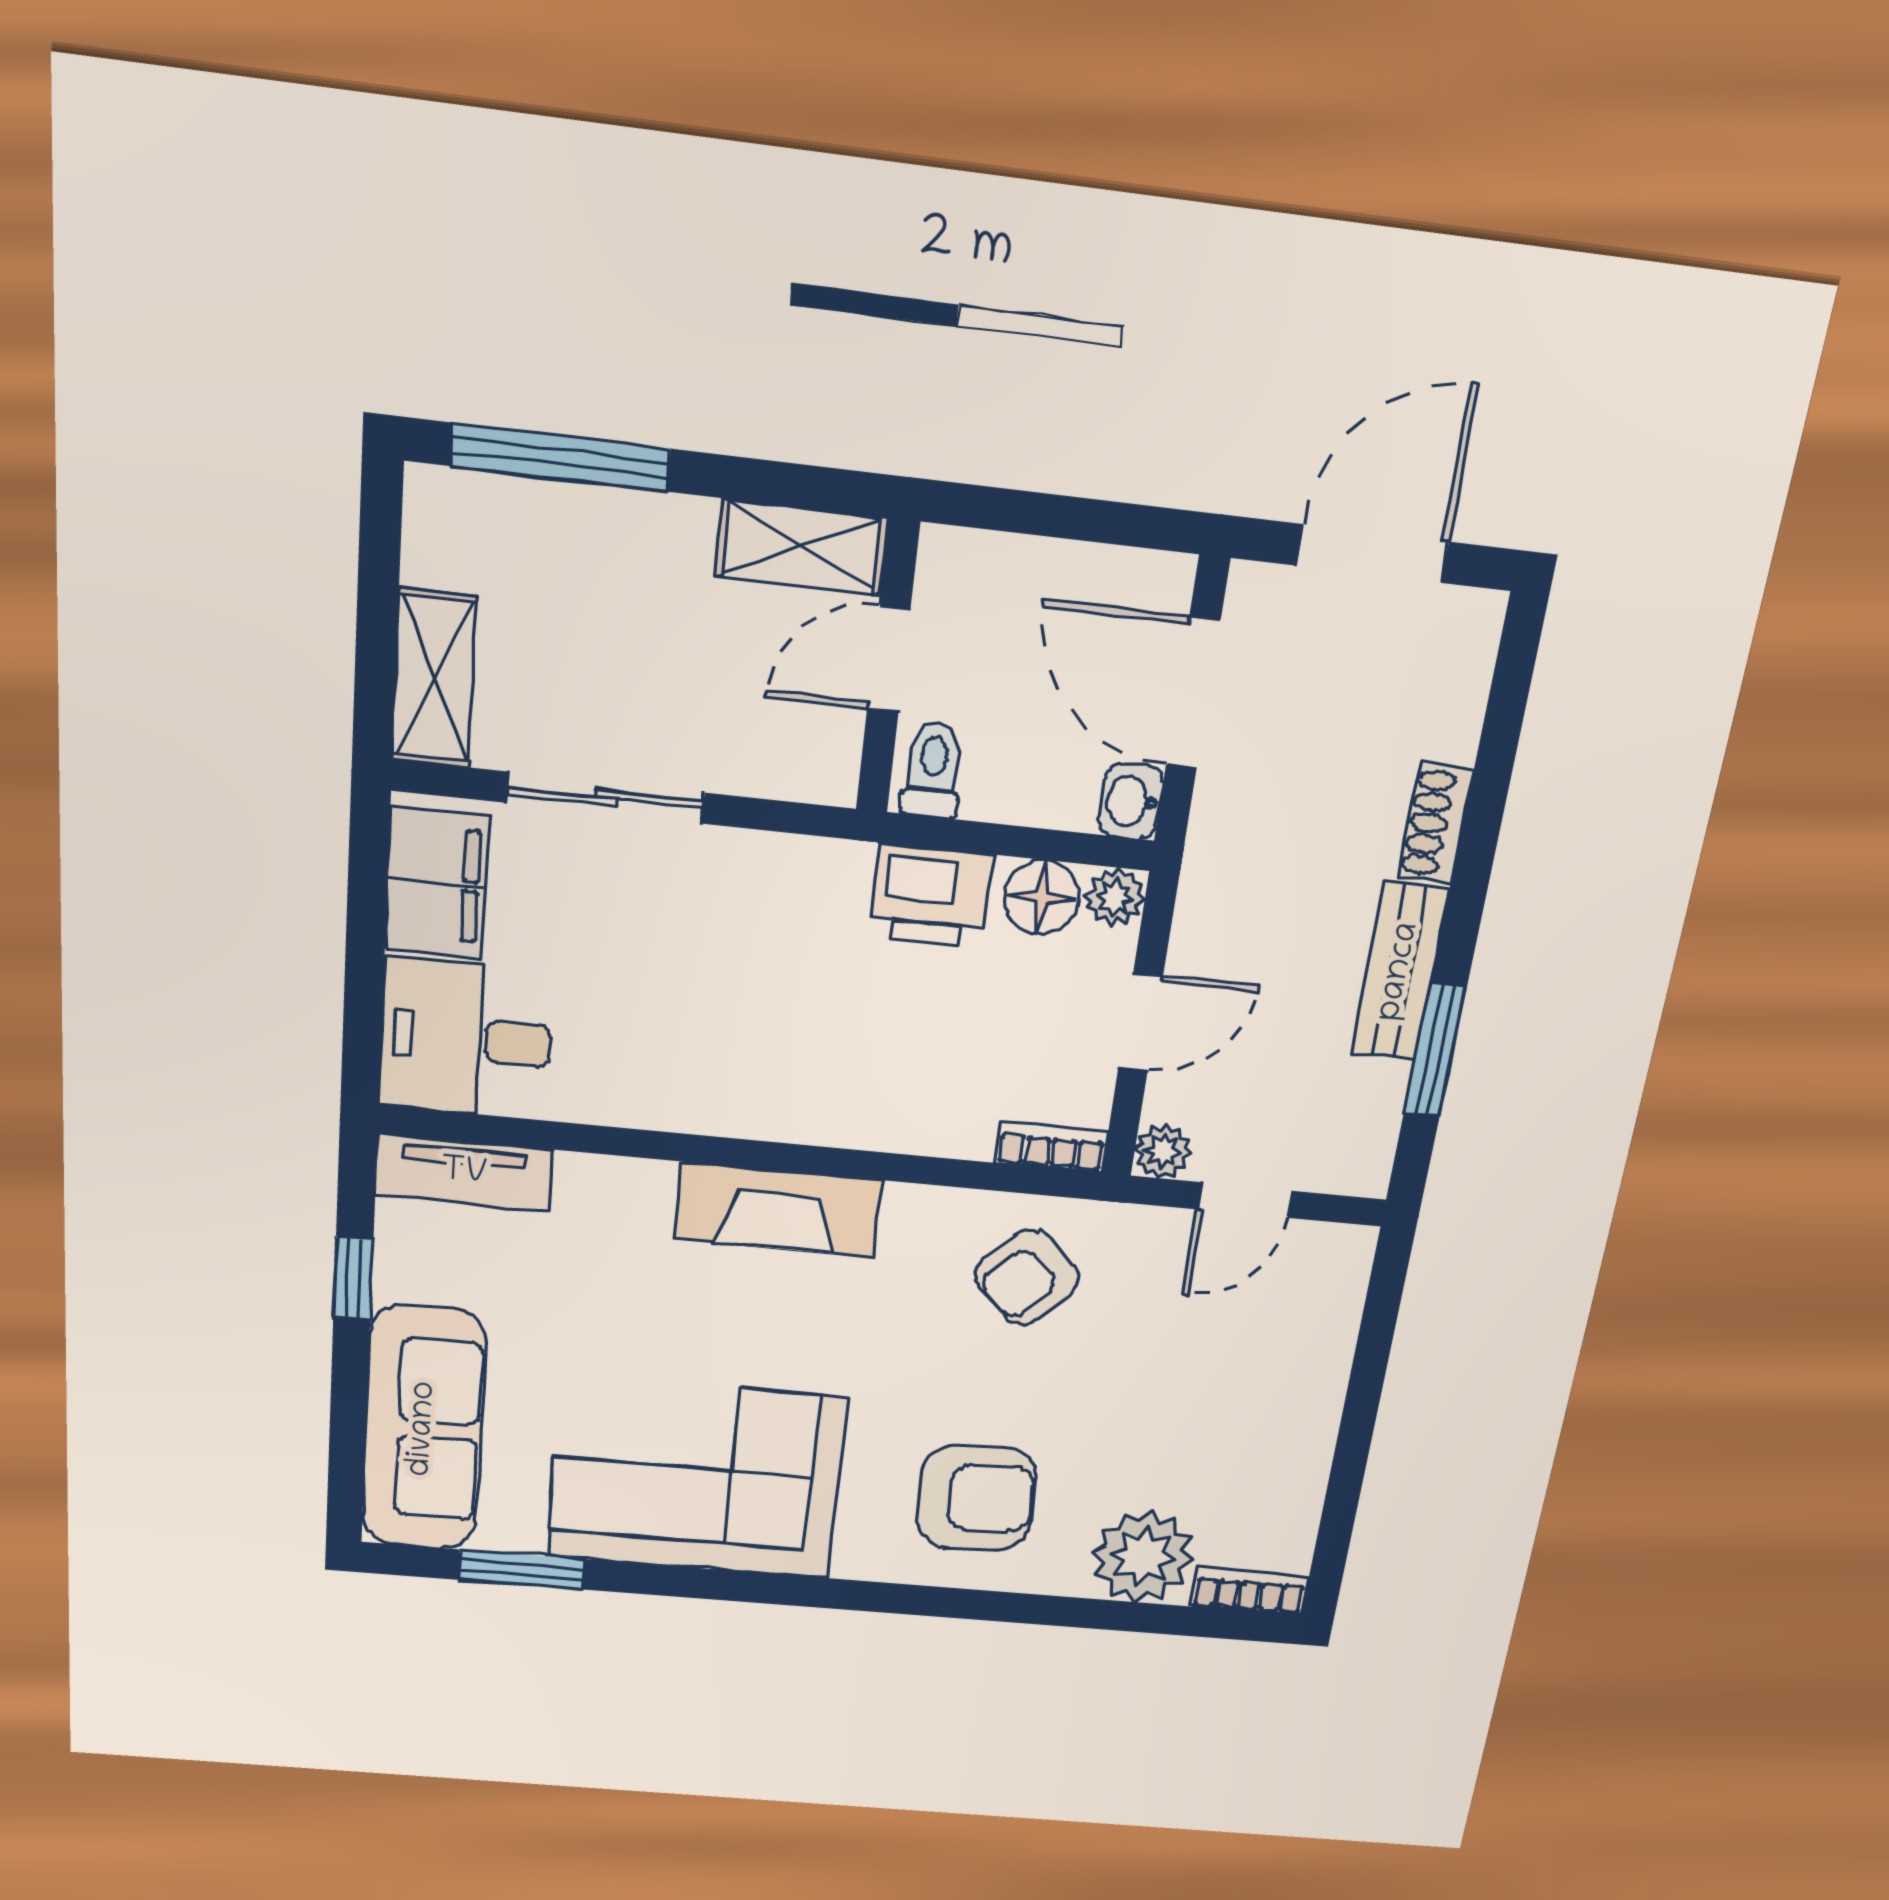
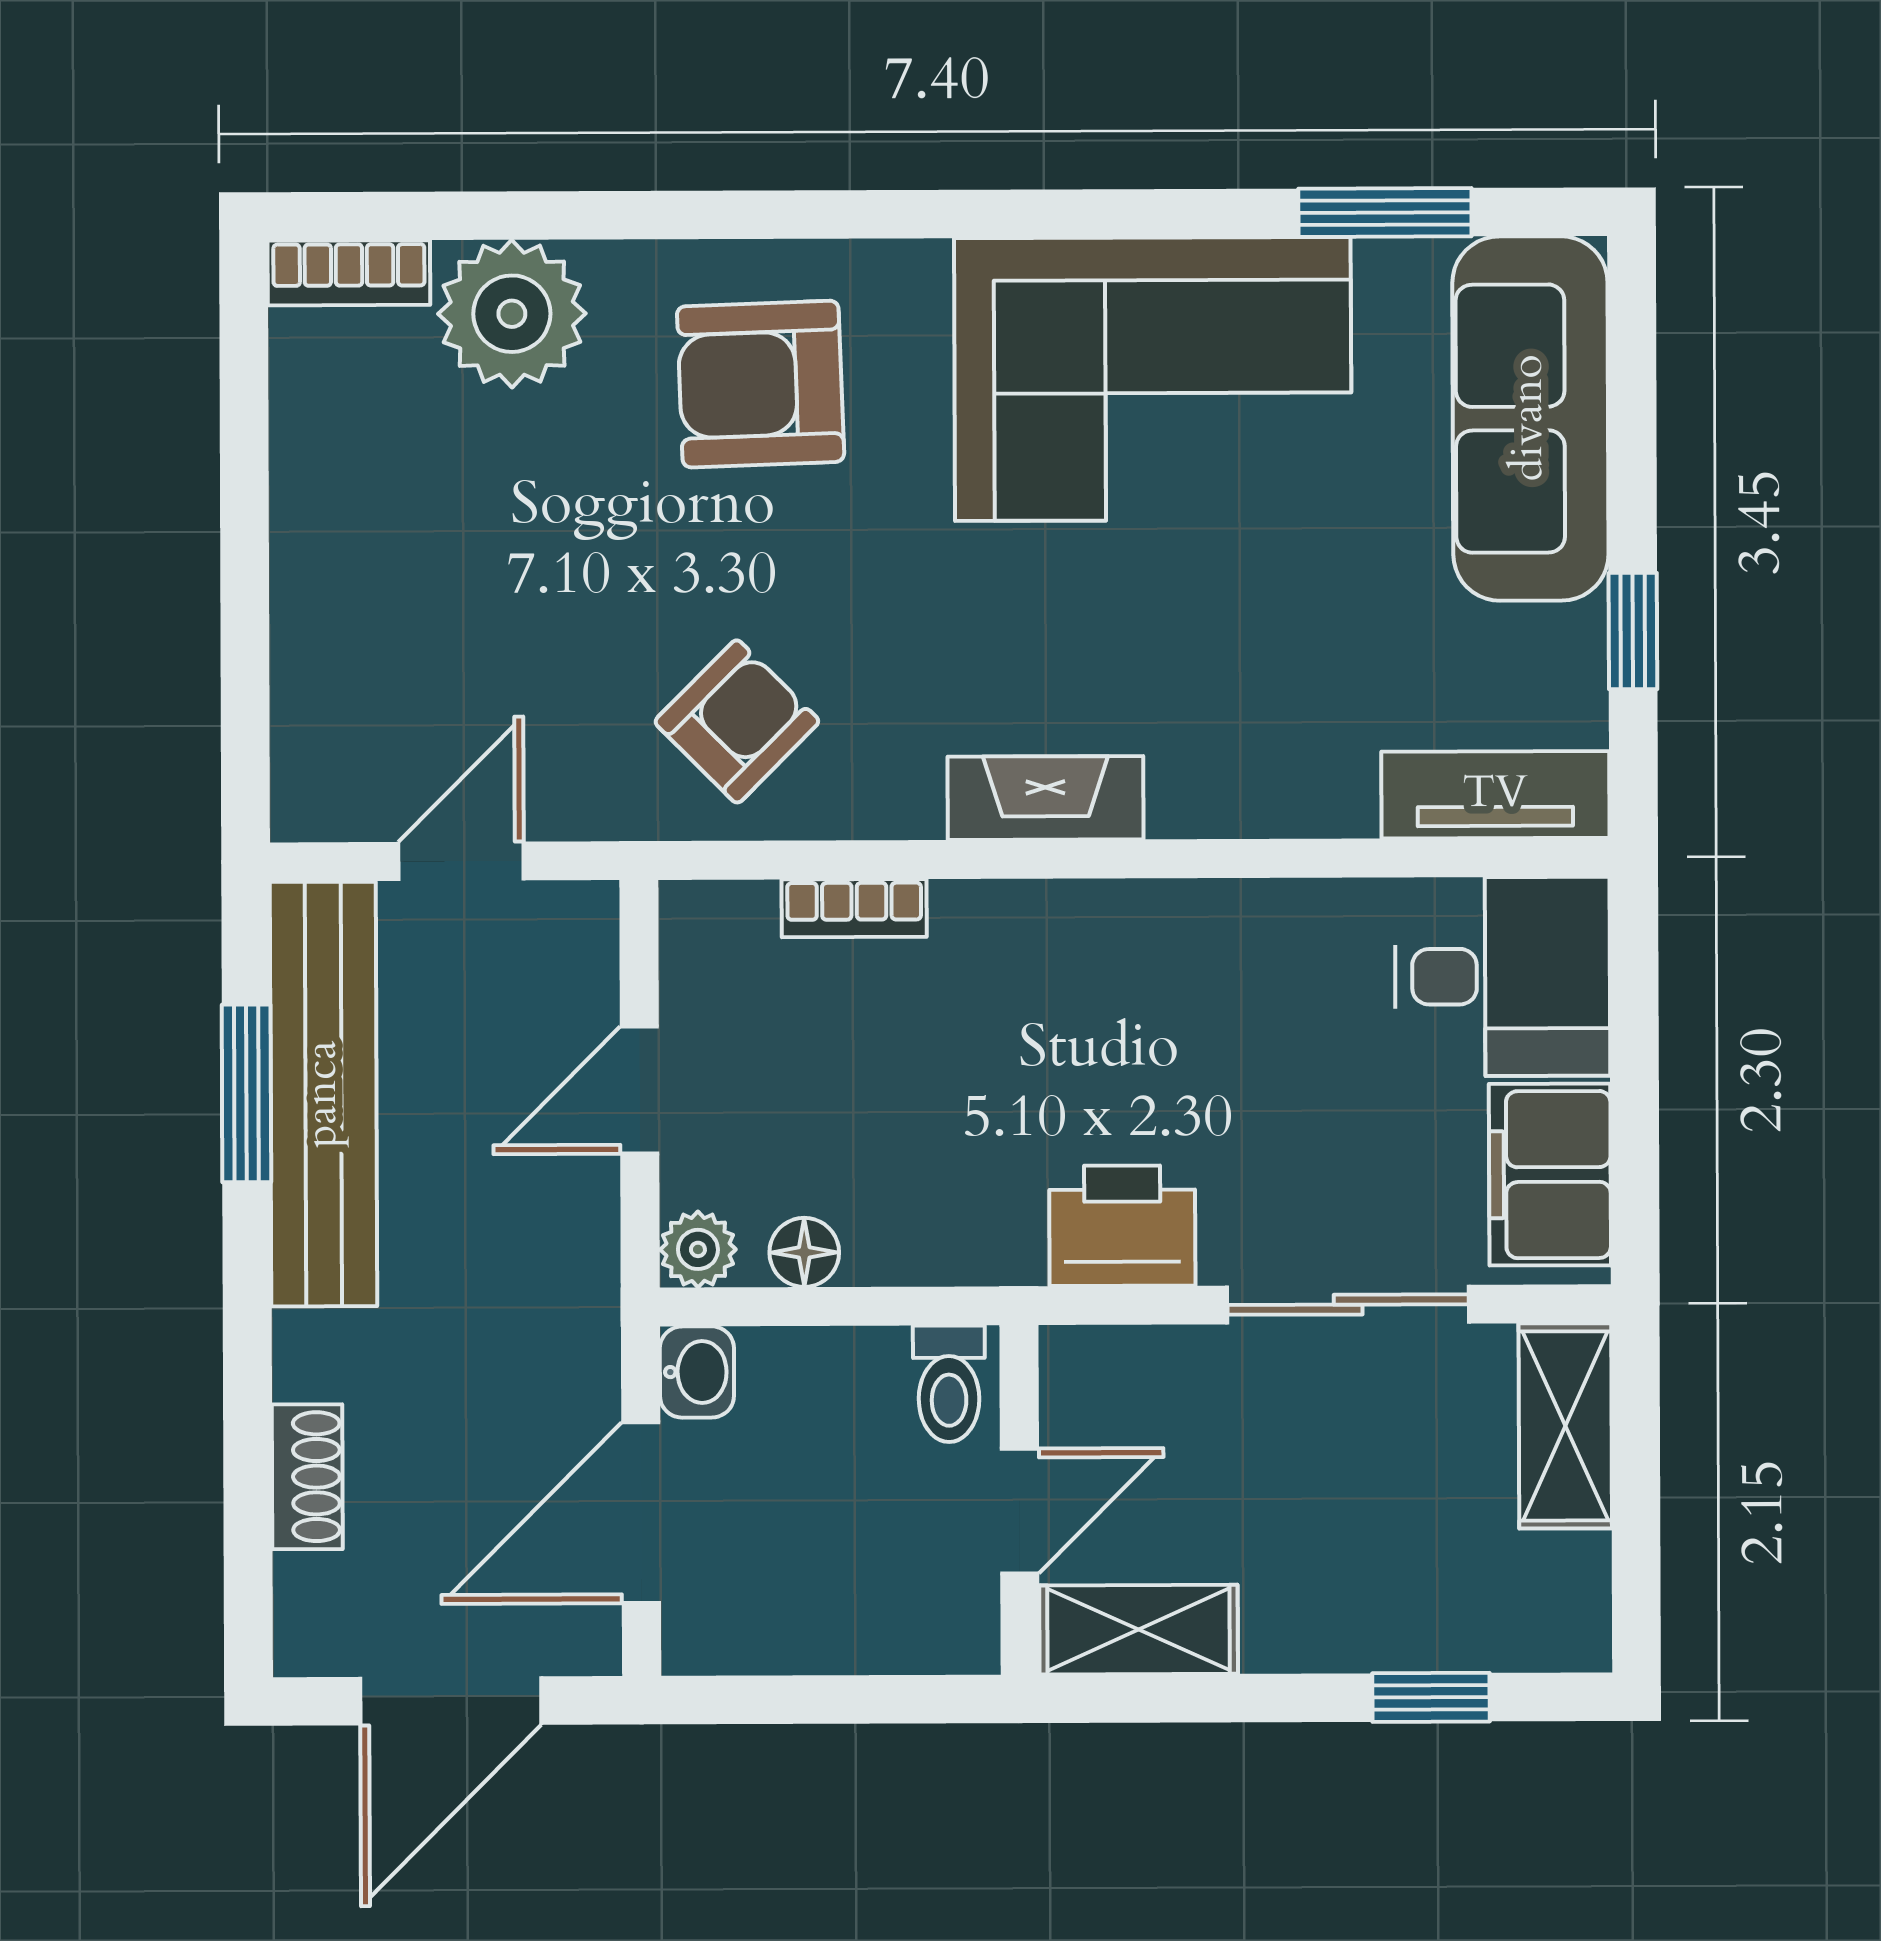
window: (561, 457) -> (1431, 1697), width x0.46
door: (1193, 693) -> (641, 1513), swing flipped
shoe rack: (1435, 824) -> (307, 1477), moved
printer: (931, 895) -> (1122, 1226), moved
floor lamp: (1042, 897) -> (804, 1252), width x0.73, depth x0.73
bench: (1399, 972) -> (324, 1094), width x1.86, depth x1.21
bookcase: (1051, 1147) -> (854, 908), moved
plant: (1163, 1151) -> (582, 918), removed
fireplace: (778, 1210) -> (1045, 798), width x0.73, depth x0.76

